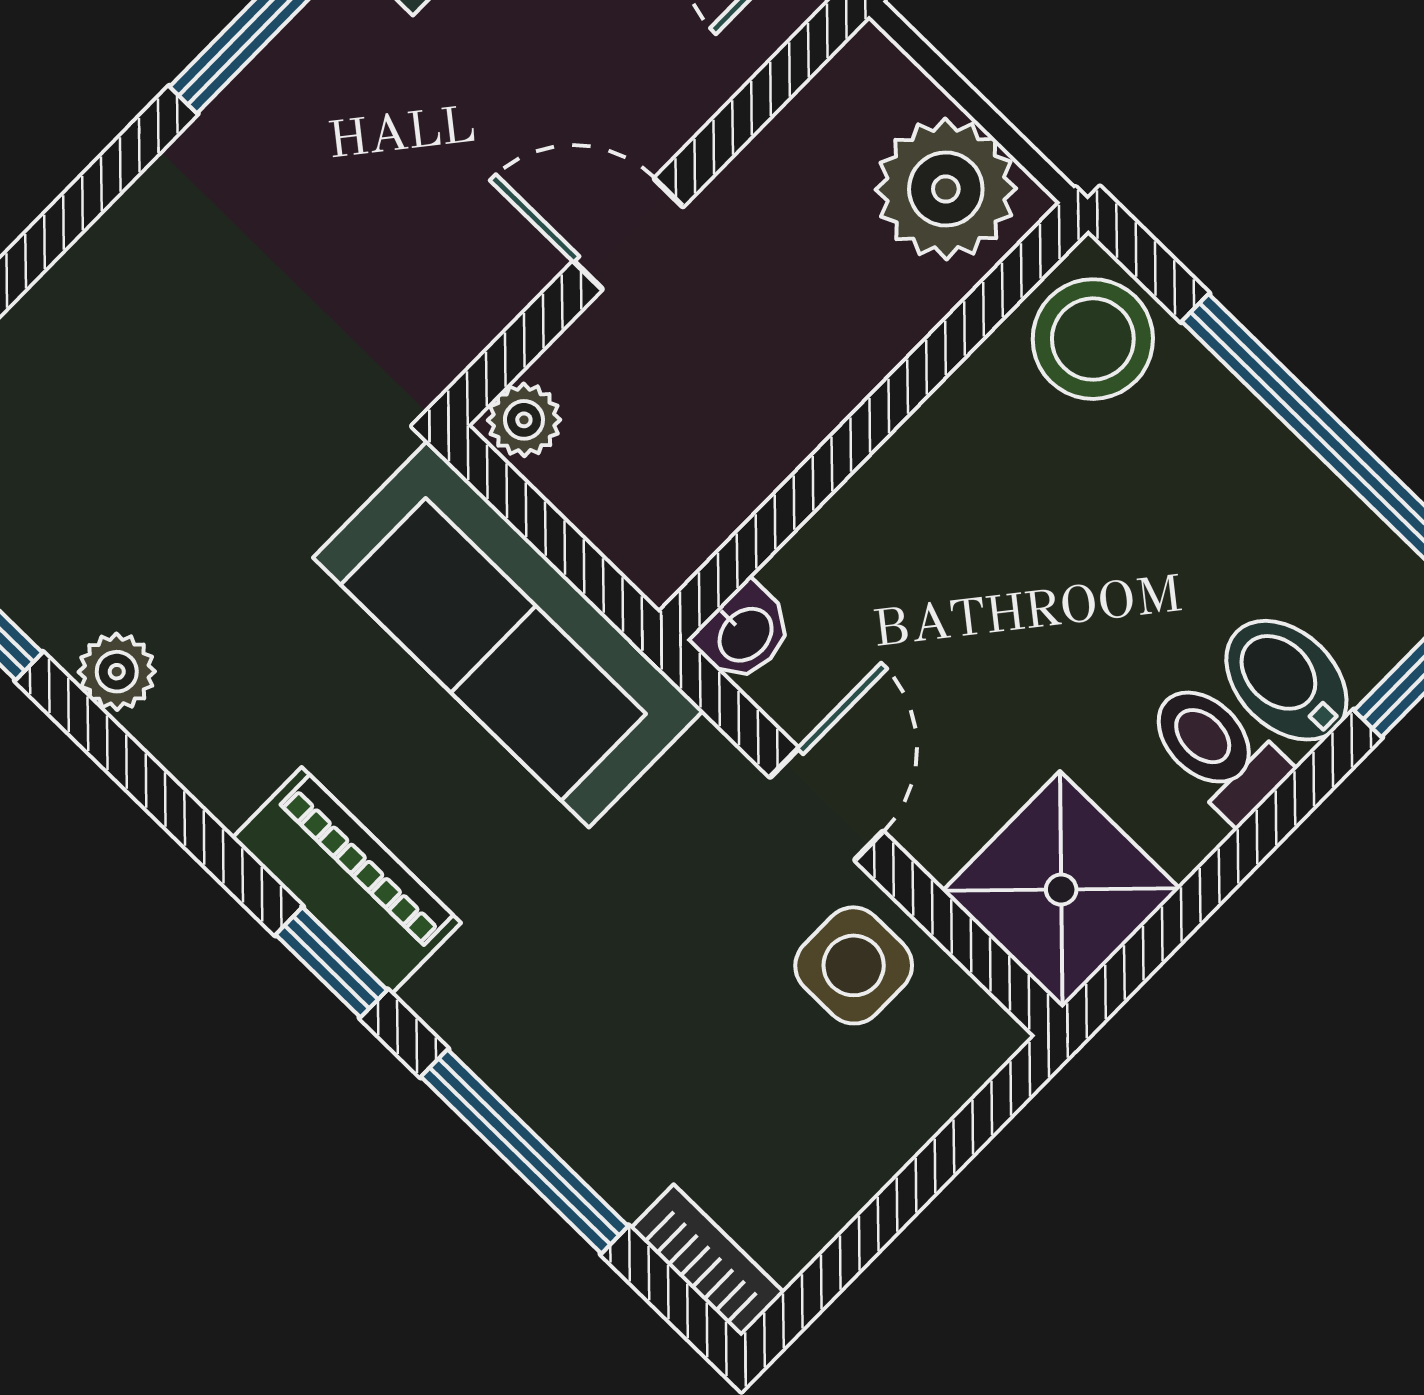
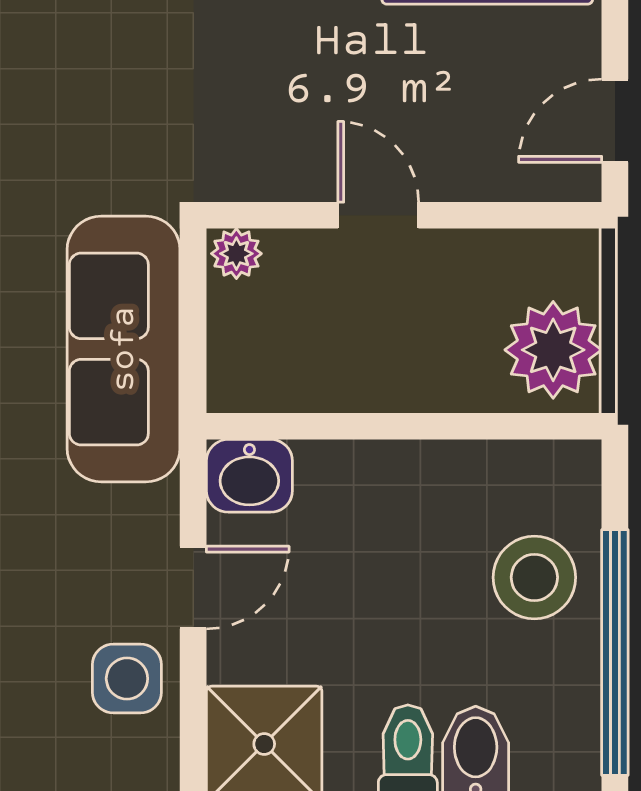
stool: (1093, 339) -> (534, 577), moved
washbasin: (744, 633) -> (249, 476), width x1.38, depth x1.45

